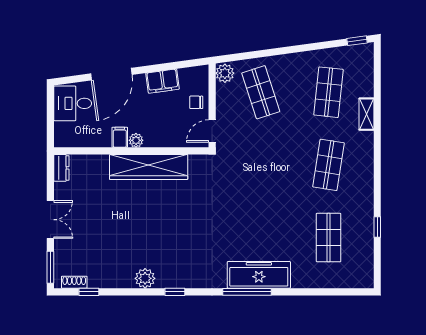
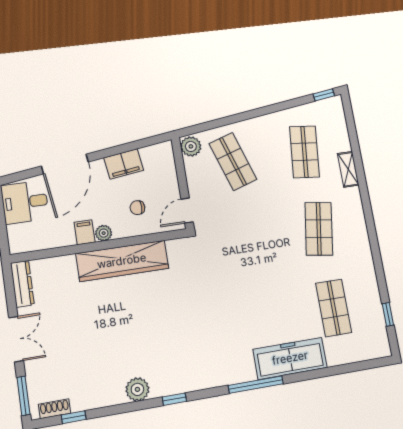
chair: (196, 102) -> (137, 208), moved
dresser: (61, 168) -> (22, 284), width x1.44
window: (377, 227) -> (388, 314), moved
freezer: (259, 275) -> (290, 358), moved

